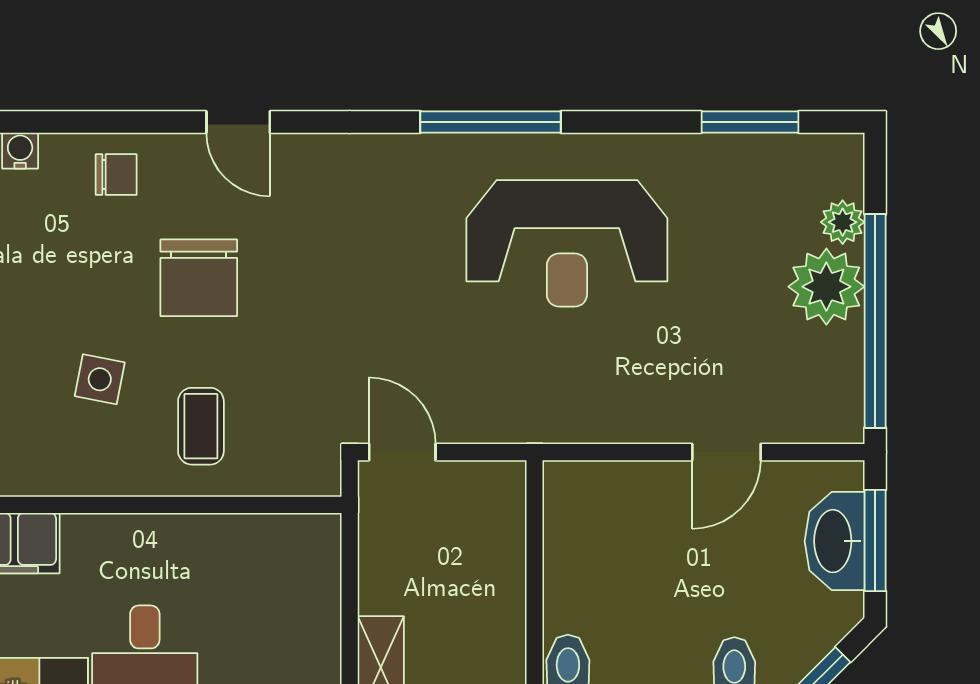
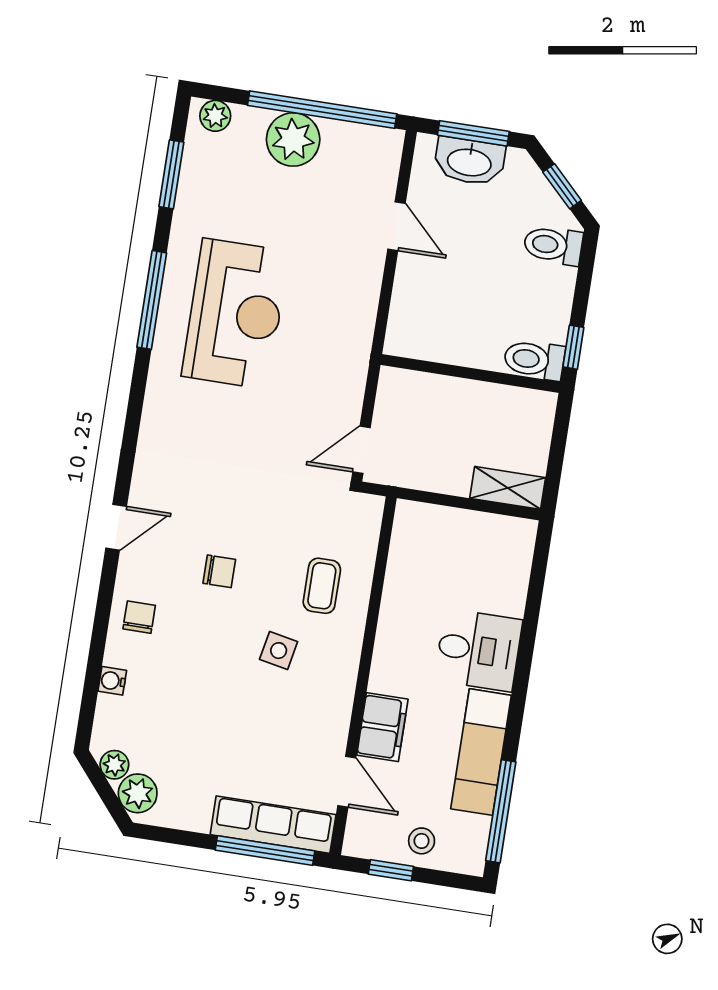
window: (491, 122) -> (152, 300), moved
plant: (843, 222) -> (215, 116), moved
chair: (199, 278) -> (219, 571), width x0.54, depth x0.54
coffee table: (201, 426) -> (322, 586), turned 90

